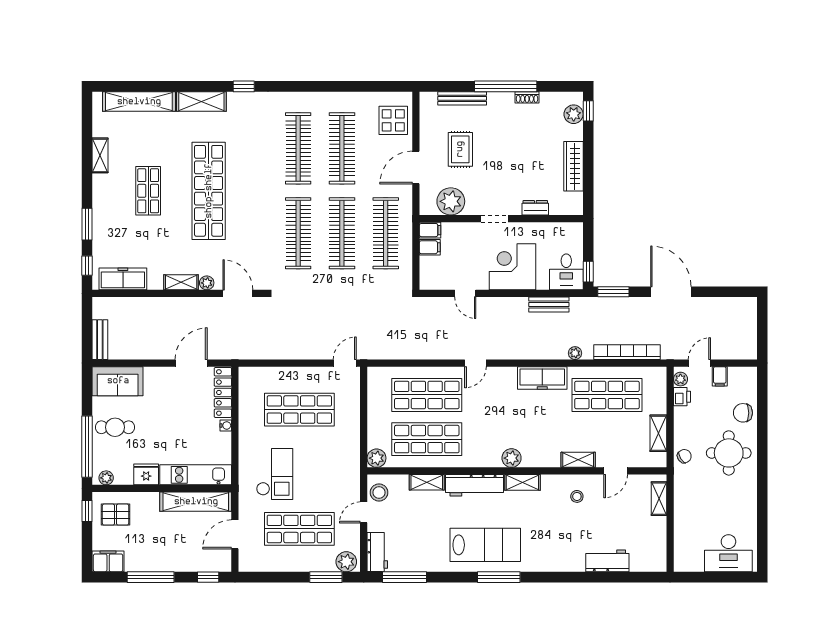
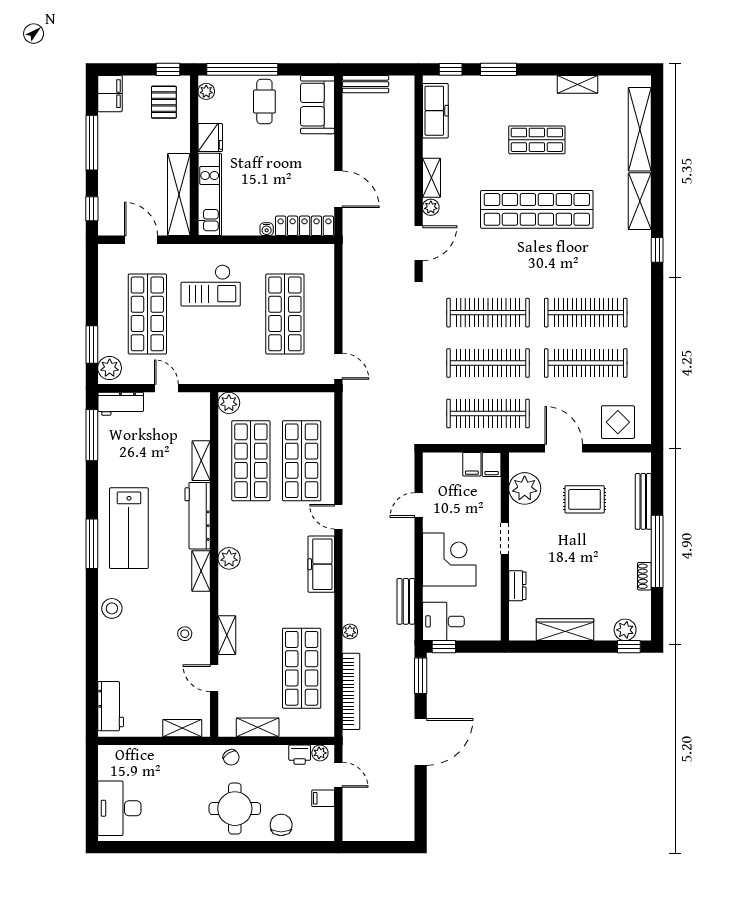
freezer: (542, 378) -> (321, 564), moved
stool: (379, 492) -> (112, 608), moved
workbench: (607, 561) -> (111, 706), moved

